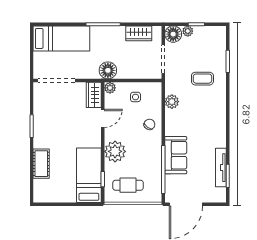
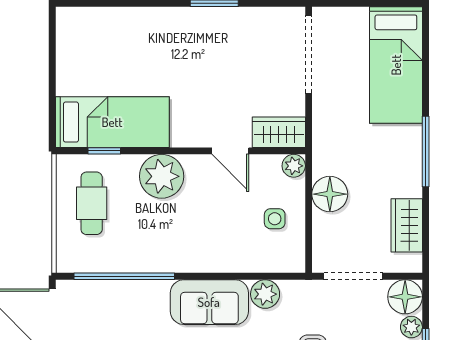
floor lamp: (108, 70) -> (330, 194), moved
chair: (149, 124) -> (218, 248), removed
sofa: (176, 155) -> (209, 302), moved
cot: (41, 164) -> (136, 23), removed

